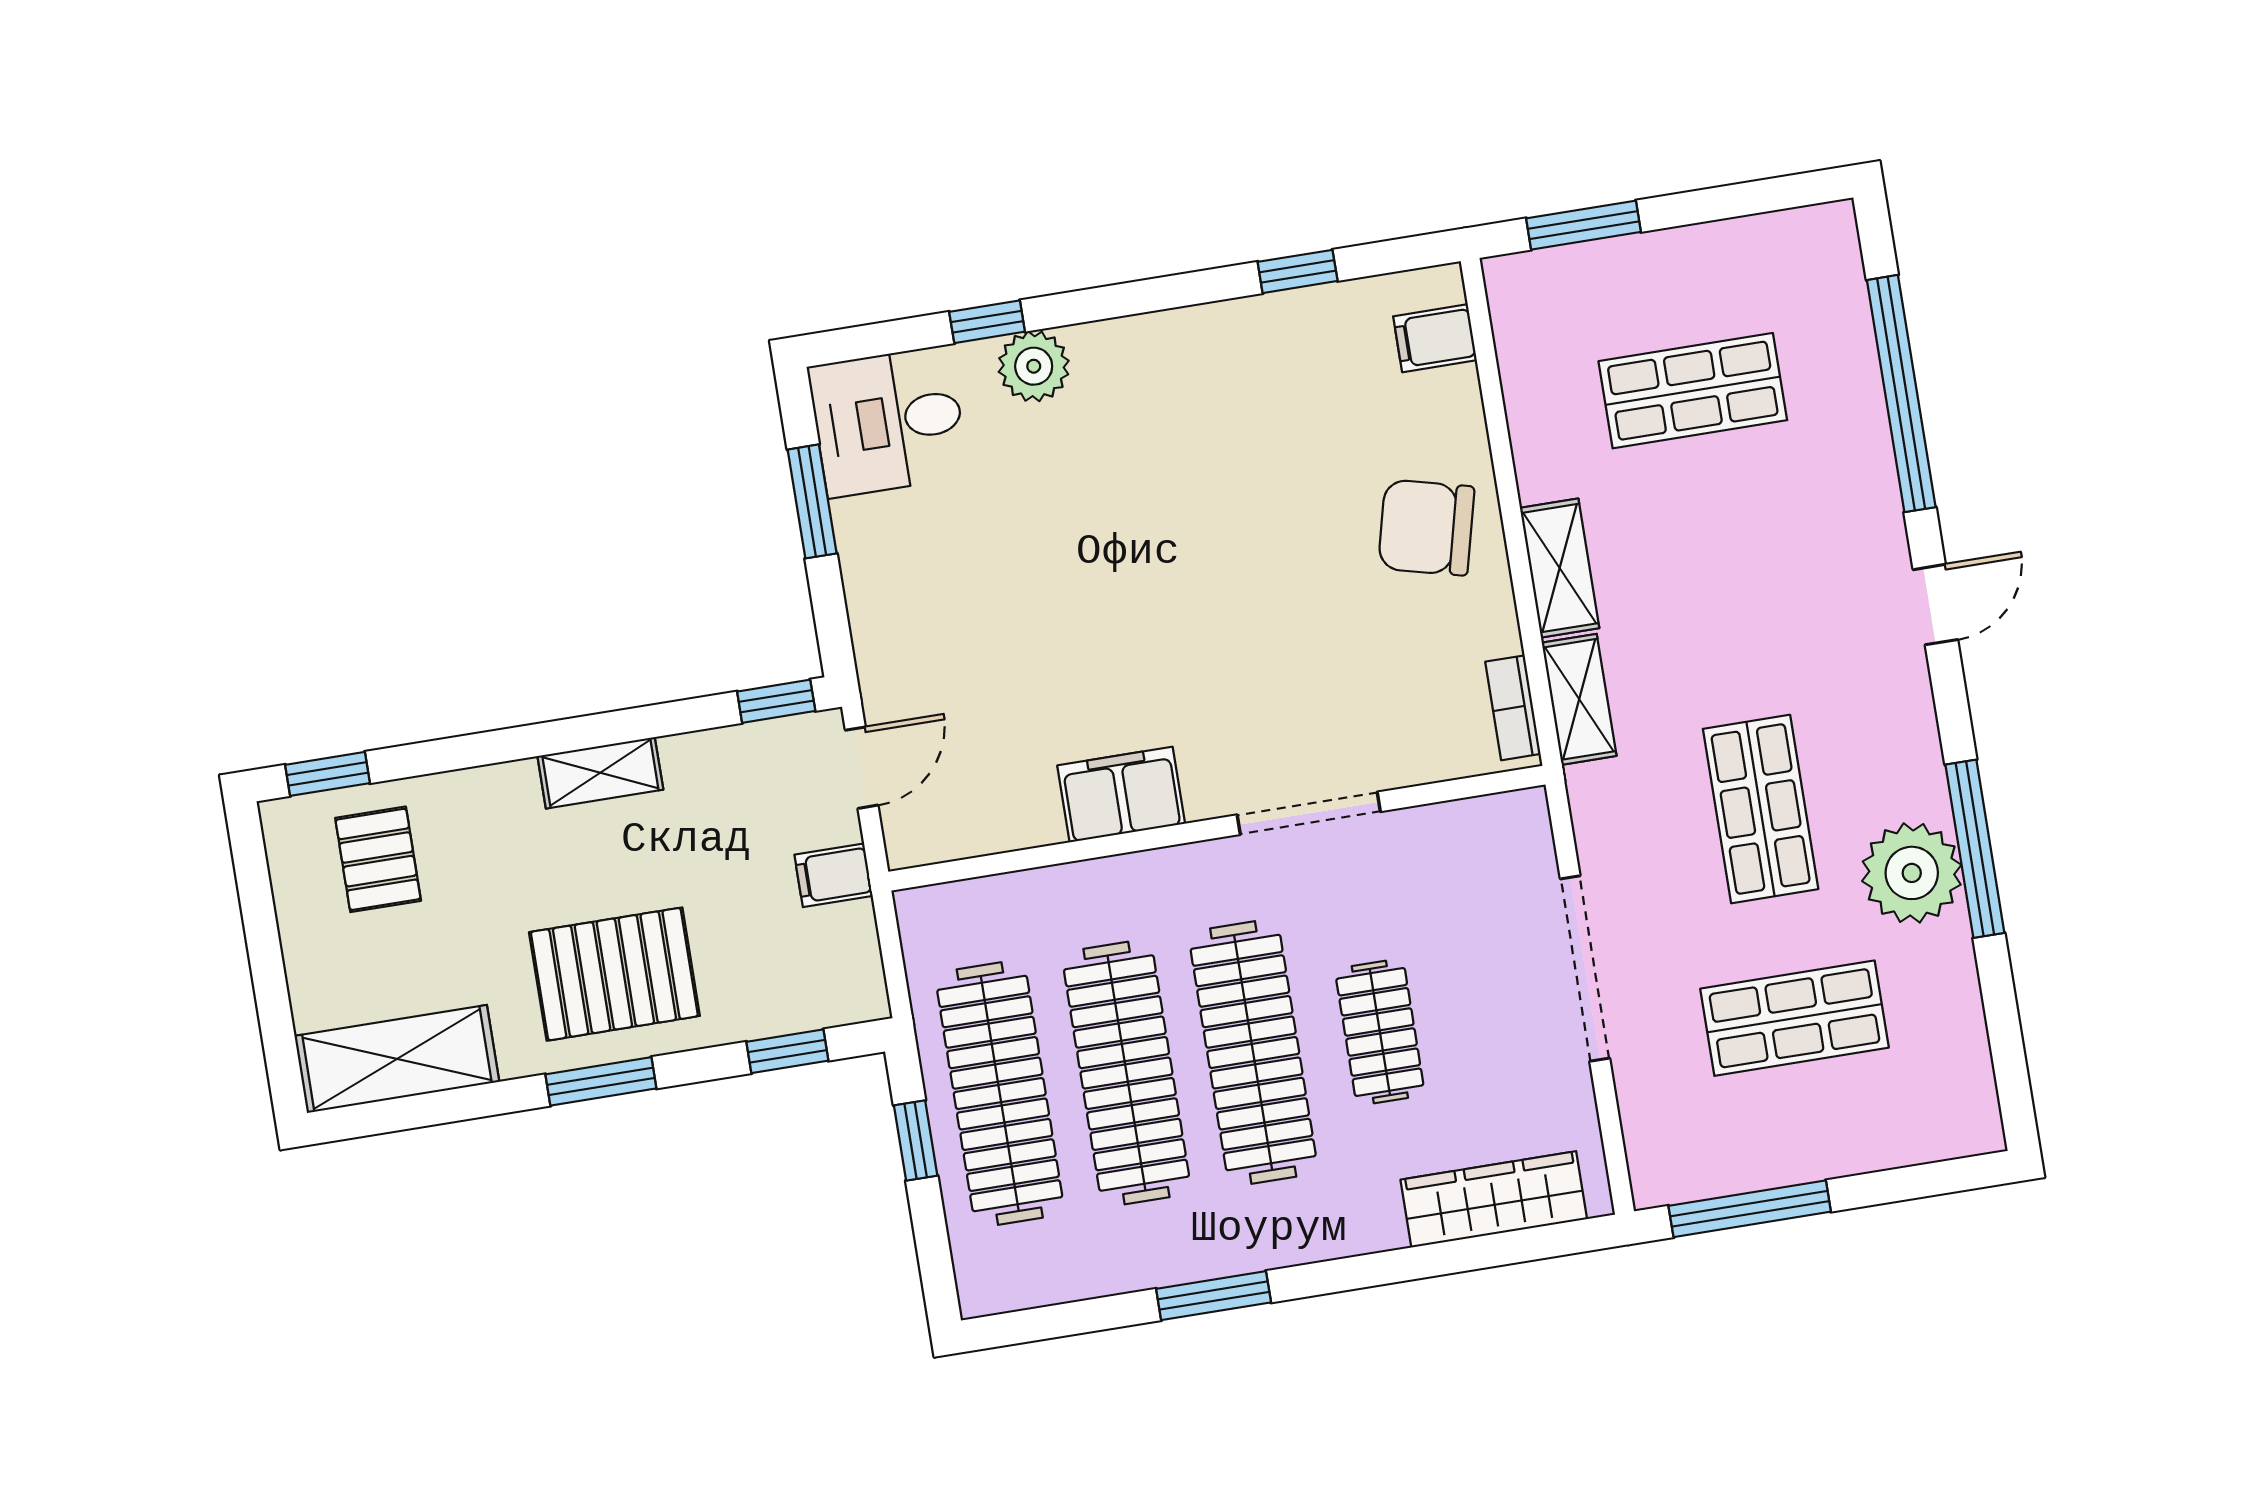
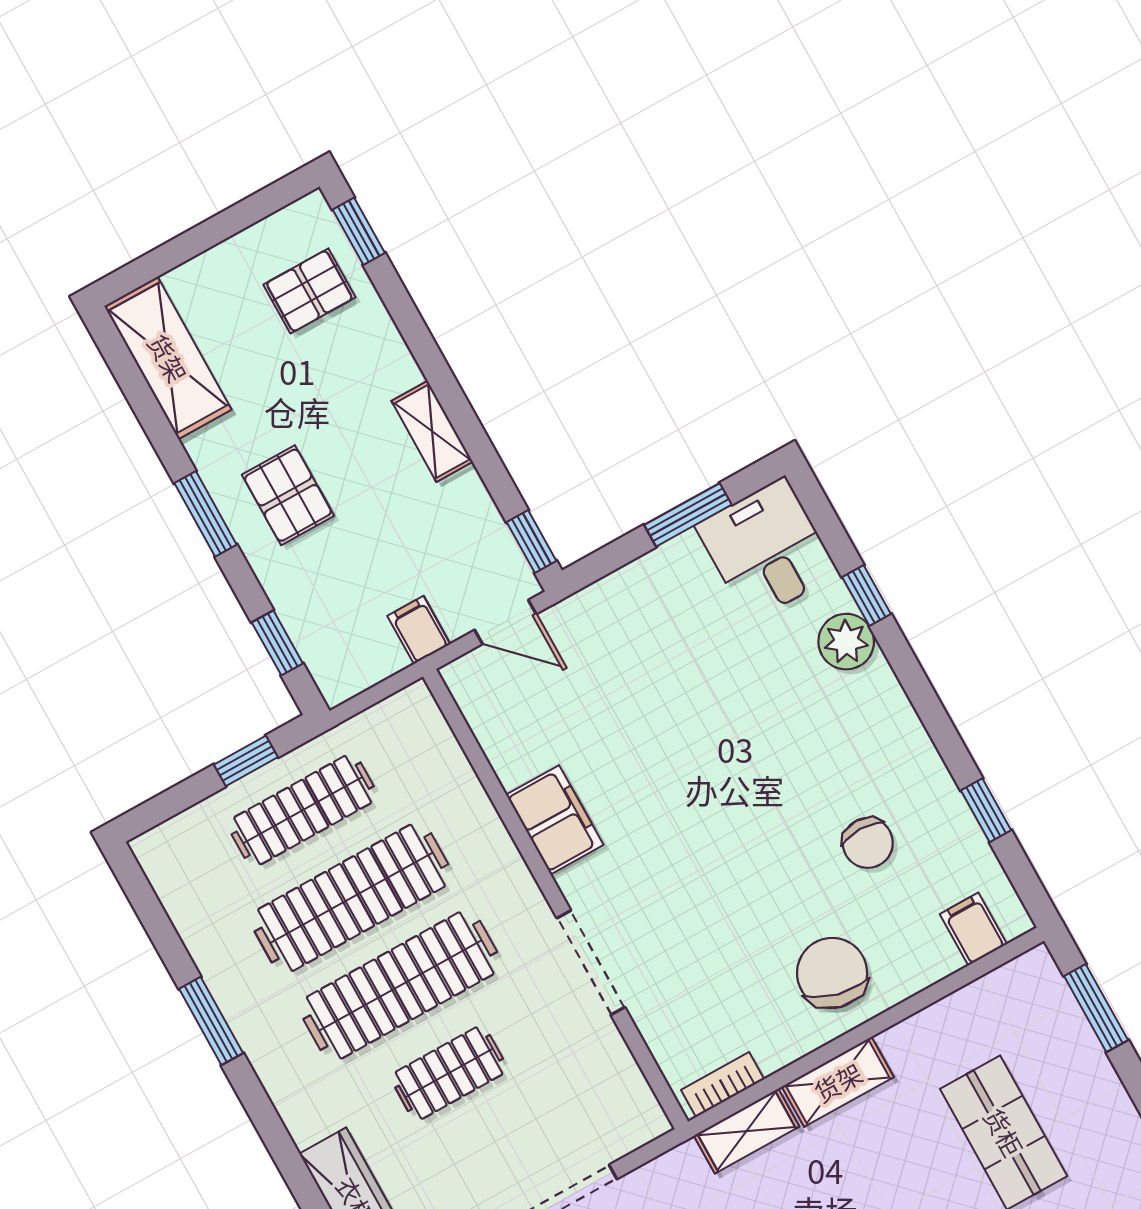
chair: (1285, 428) -> (868, 843), added
pallet: (614, 974) -> (288, 495), width x0.67, depth x0.71
clothes rail: (1000, 1094) -> (303, 810), width x0.73, depth x0.76

